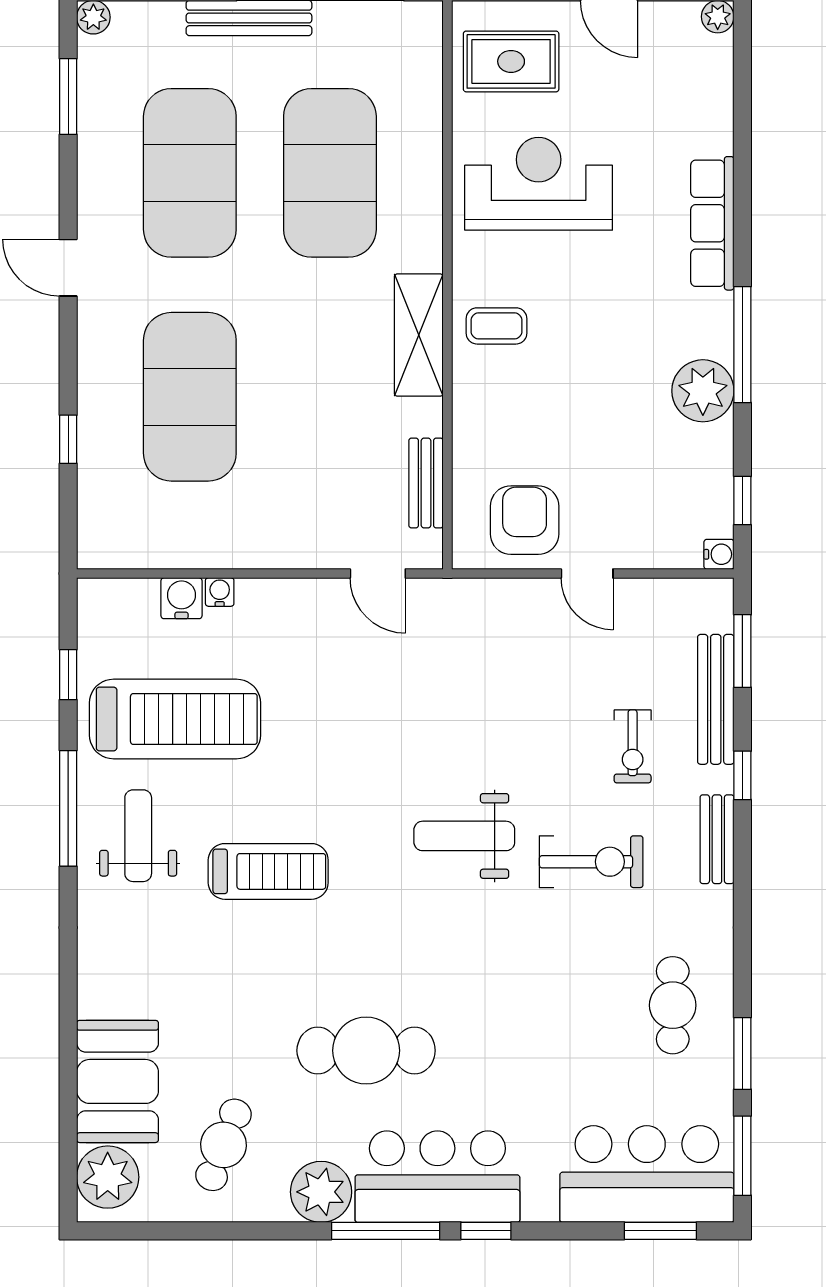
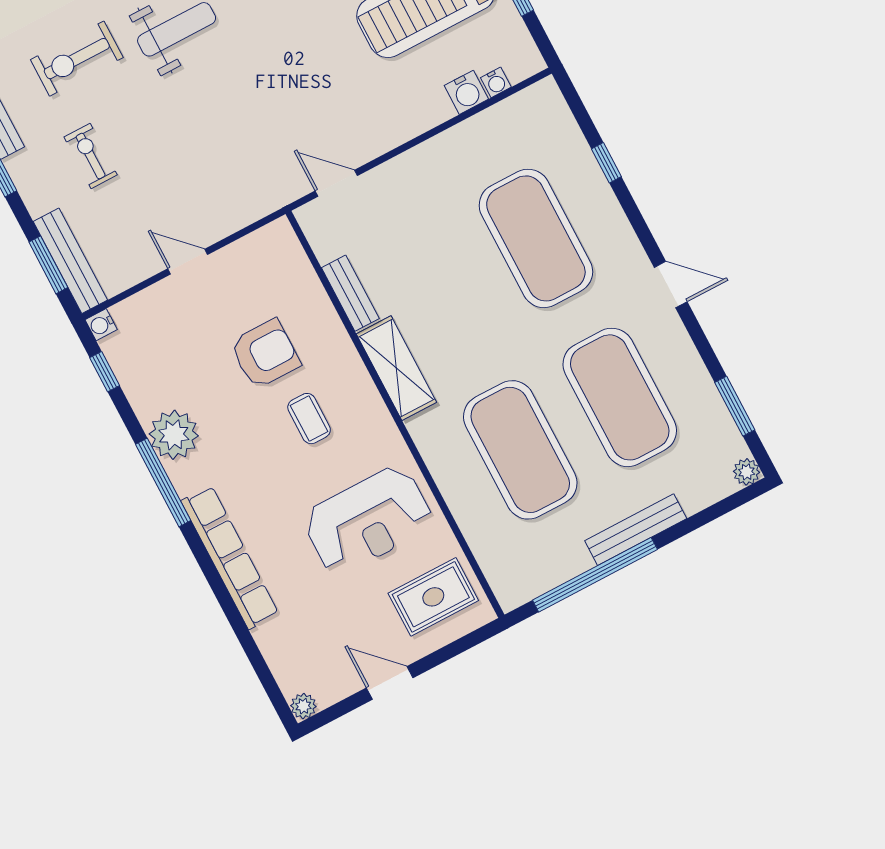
row of seats: (712, 223) -> (230, 557), width x1.36
coffee table: (496, 326) -> (309, 419), moved, turned 90
bench: (426, 483) -> (350, 293), moved
armchair: (525, 520) -> (265, 354), moved, turned -90
water cooler: (220, 592) -> (496, 82), moved
bench: (716, 699) -> (70, 261), moved

